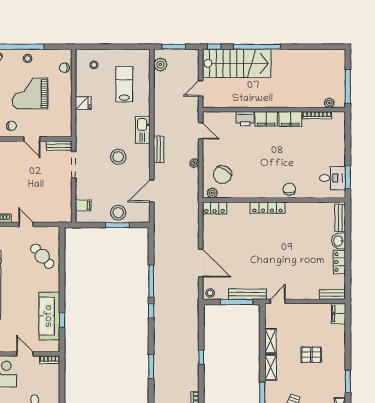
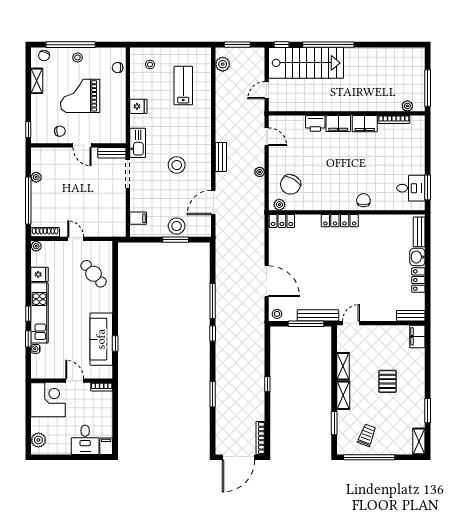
kitchen sink: (143, 130) -> (138, 143), moved, turned 180
pallet: (311, 355) -> (388, 381), turned 90

